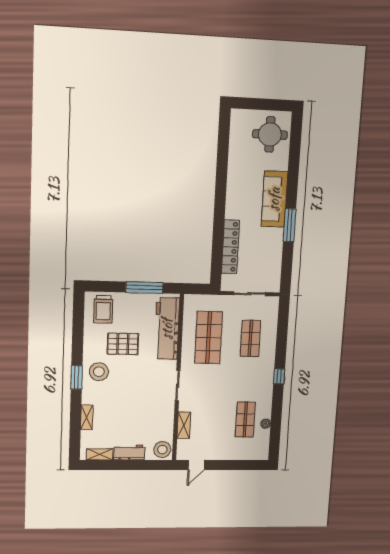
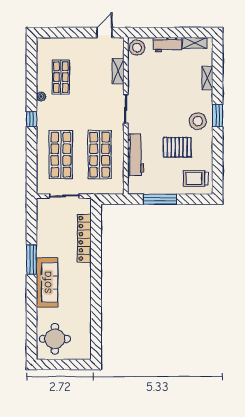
trolley: (103, 309) -> (196, 179), turned -90
workbench: (167, 329) -> (135, 155), width x0.73, depth x0.76
shop shelf: (250, 338) -> (61, 155), width x1.43, depth x1.36
plant: (266, 424) -> (41, 96), moved

